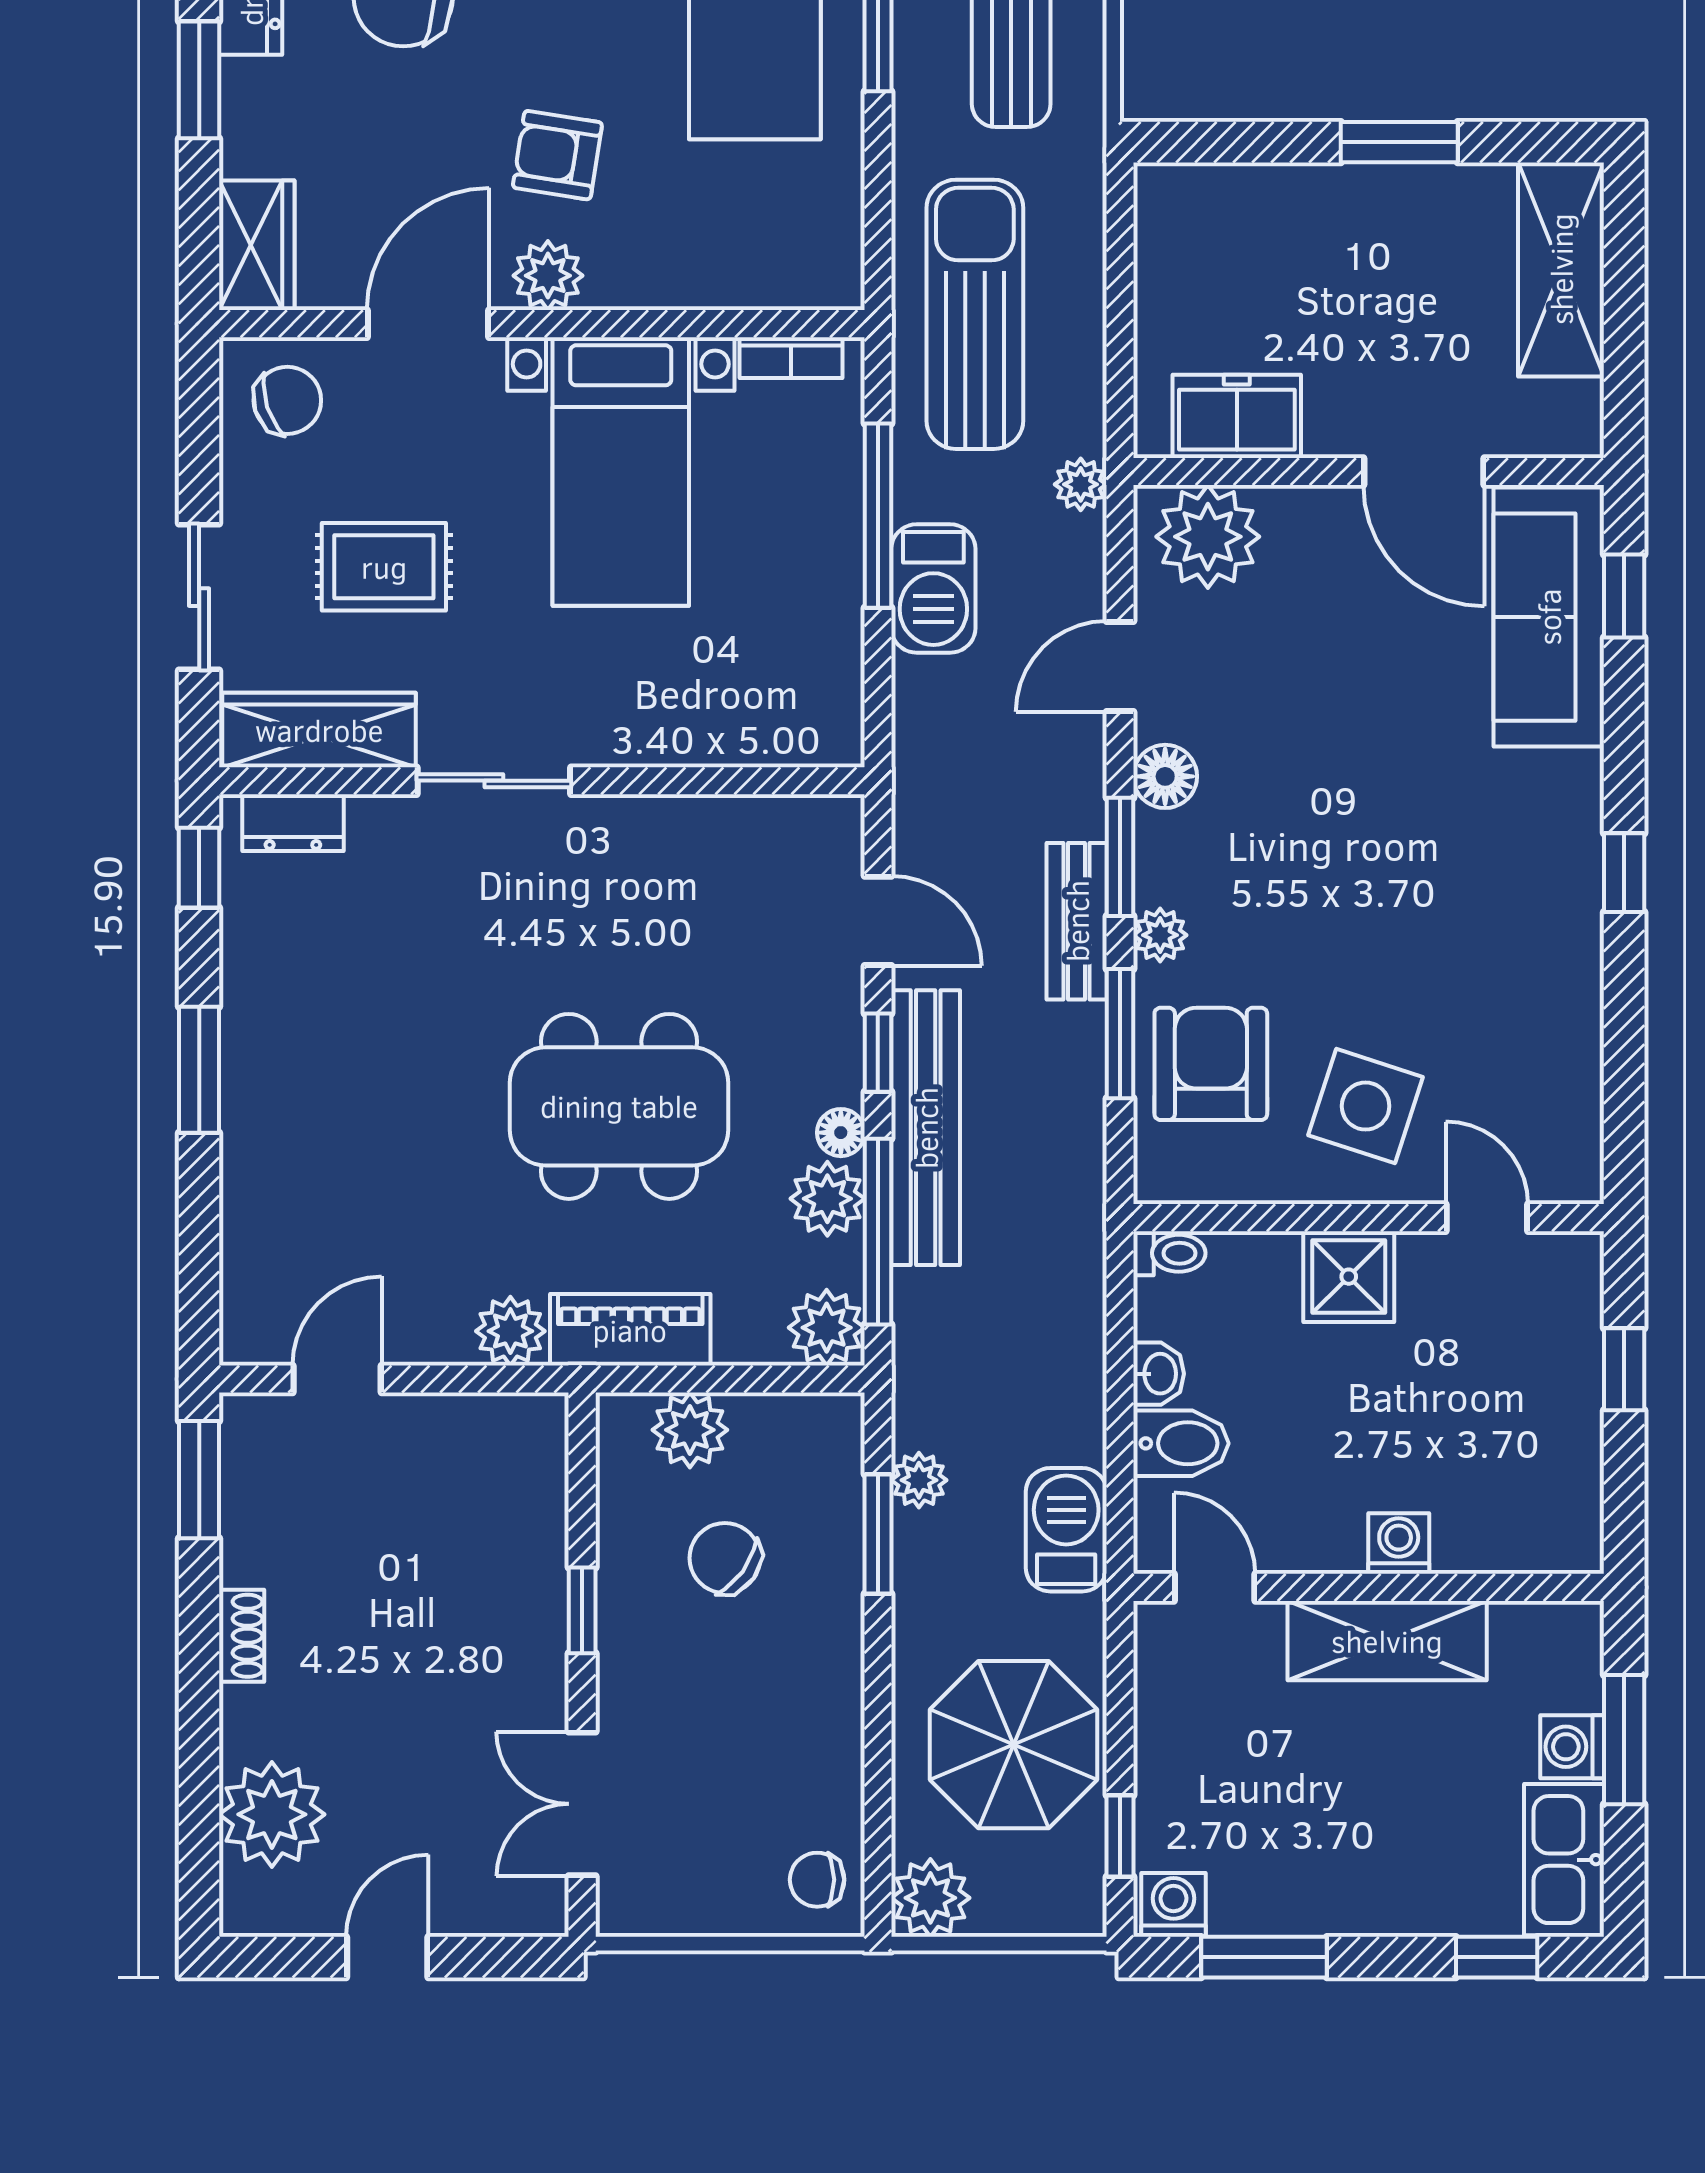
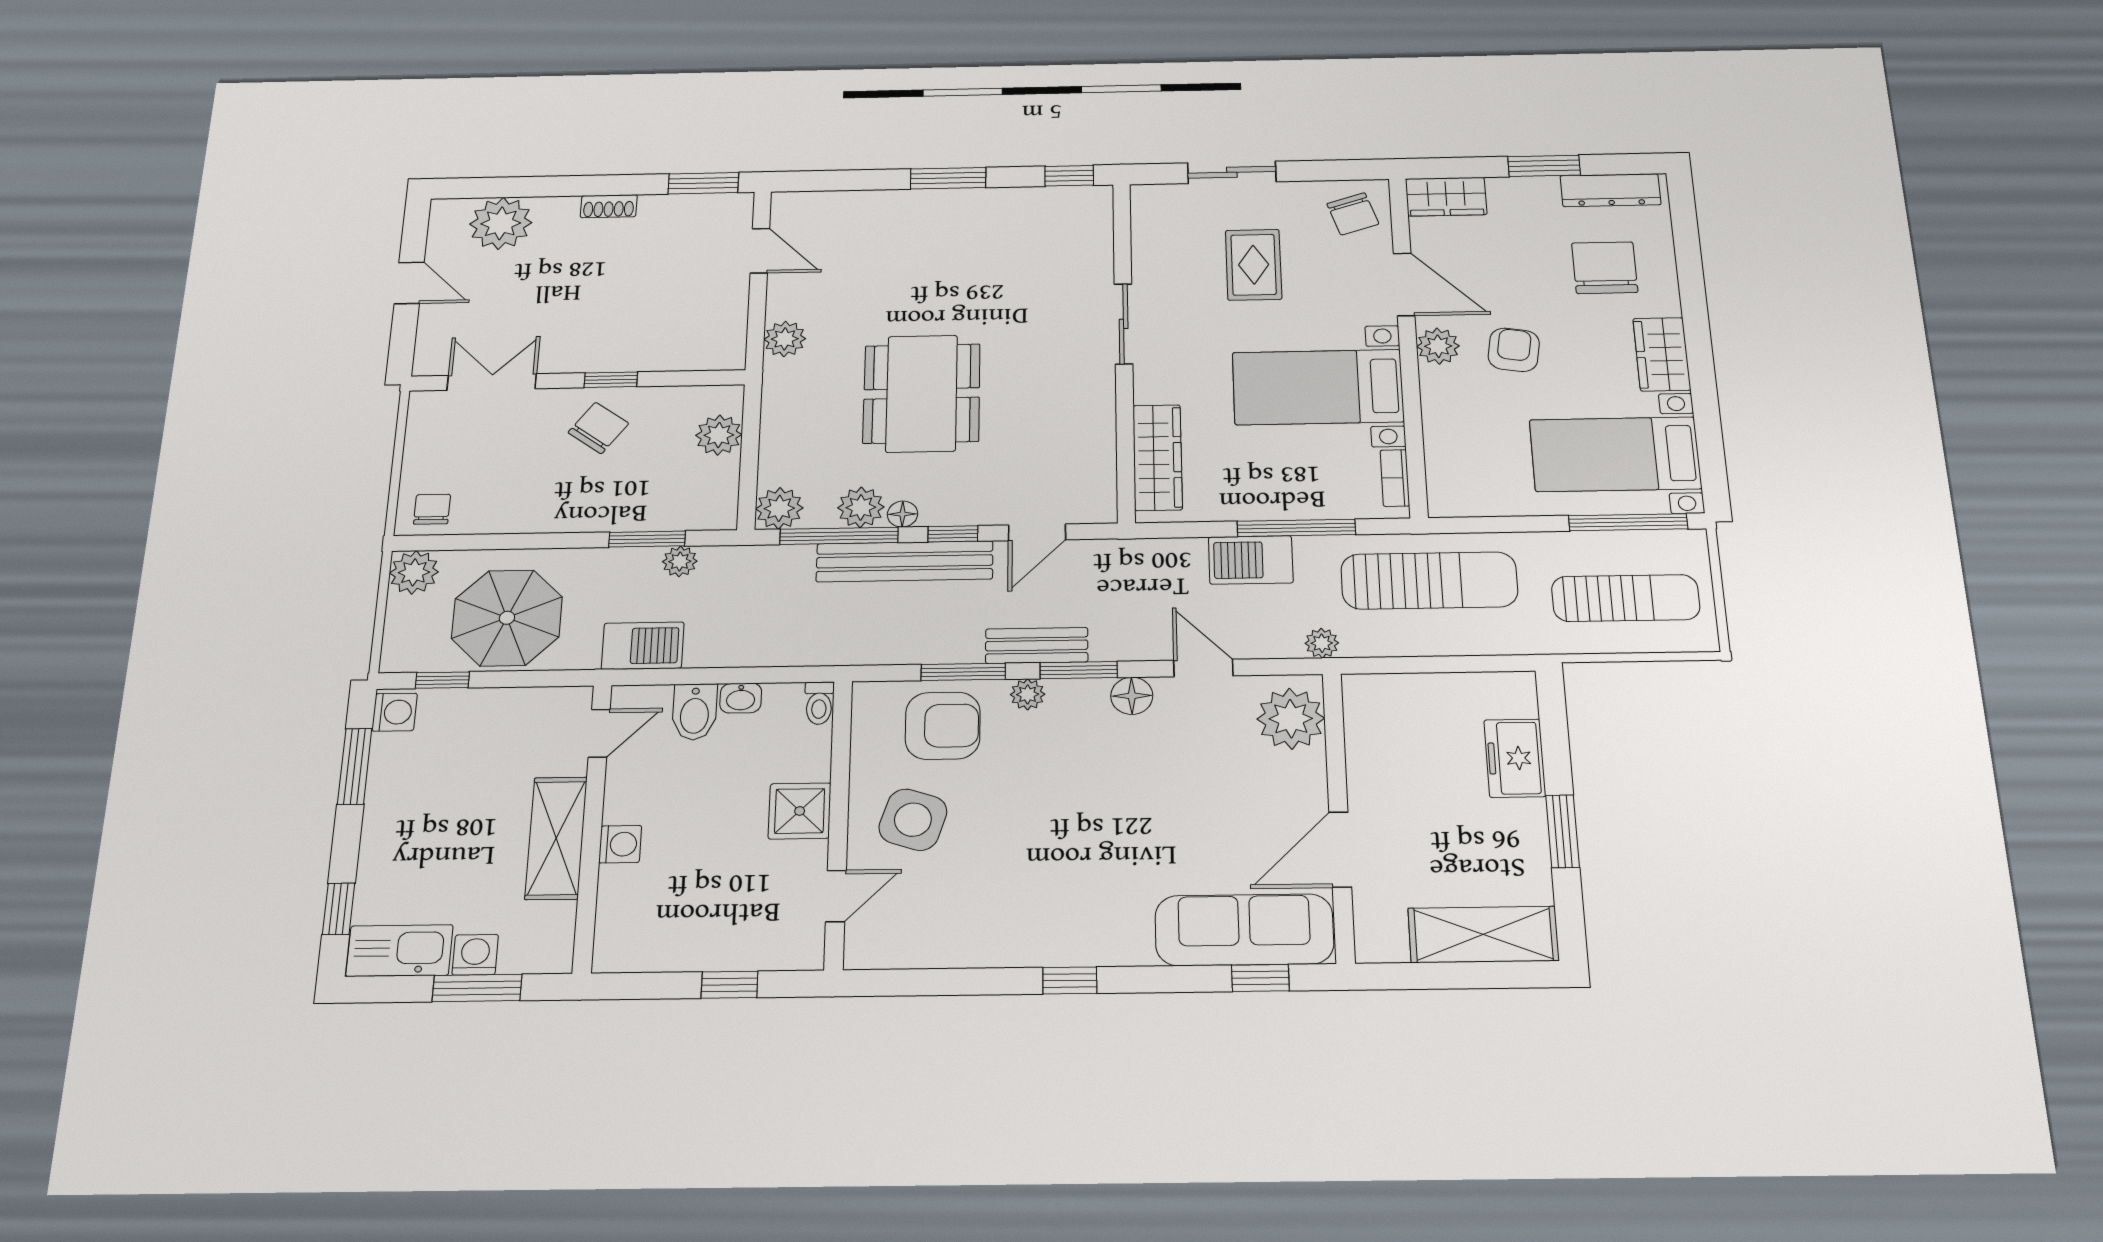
freezer: (1237, 416) -> (1515, 758), moved, turned 180
wardrobe: (319, 730) -> (1158, 457), moved
dresser: (293, 823) -> (1097, 222), removed
piano: (630, 1330) -> (783, 402), removed
chair: (725, 1558) -> (598, 428), moved

